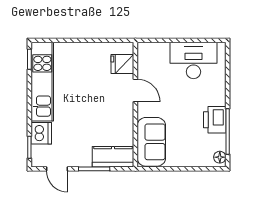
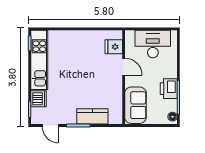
fridge: (122, 64) -> (114, 47), moved
door: (135, 90) -> (124, 67), moved
wall: (135, 105) -> (124, 77), moved
sofa: (151, 142) -> (135, 105), moved

